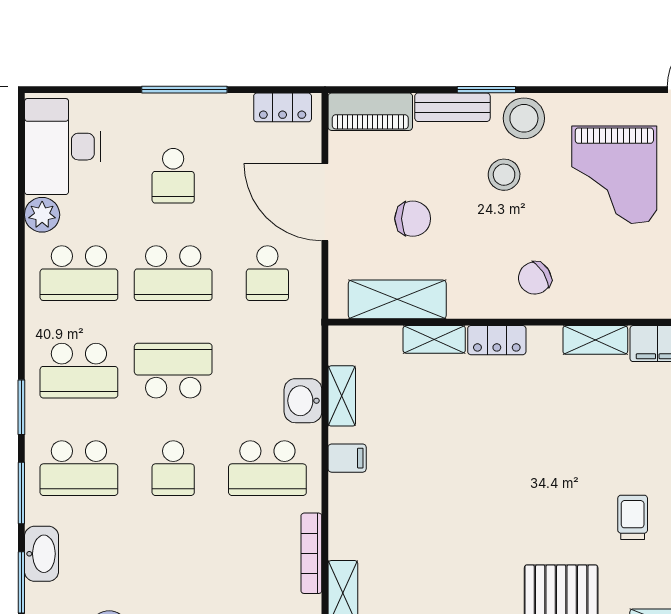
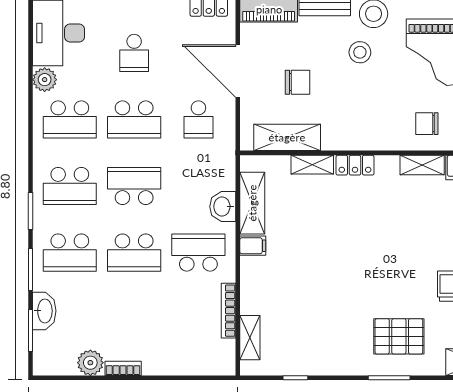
chair: (535, 278) -> (427, 124), moved, turned 32
shelving: (342, 396) -> (252, 203), width x1.50, depth x1.33
school desk: (173, 468) -> (134, 253), width x1.85
school desk: (267, 468) -> (198, 253), turned 180

